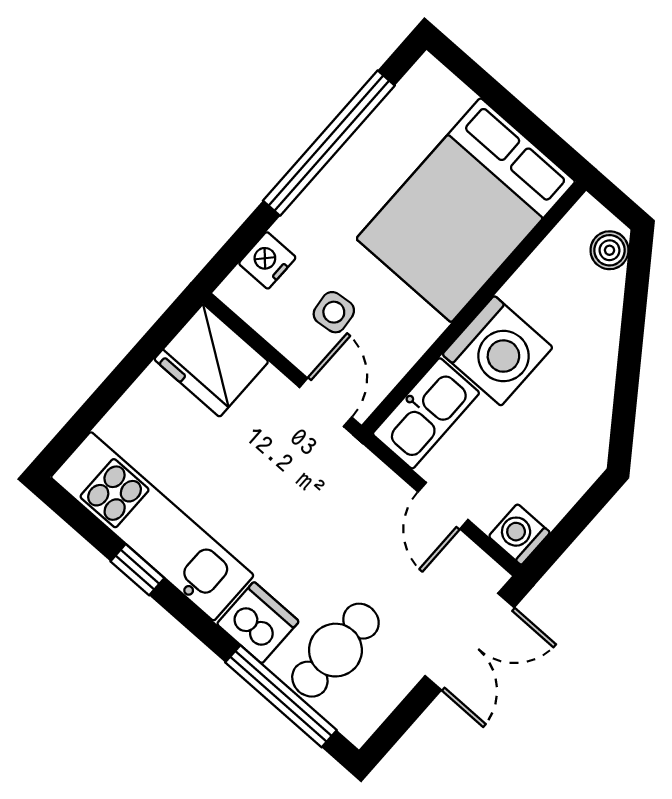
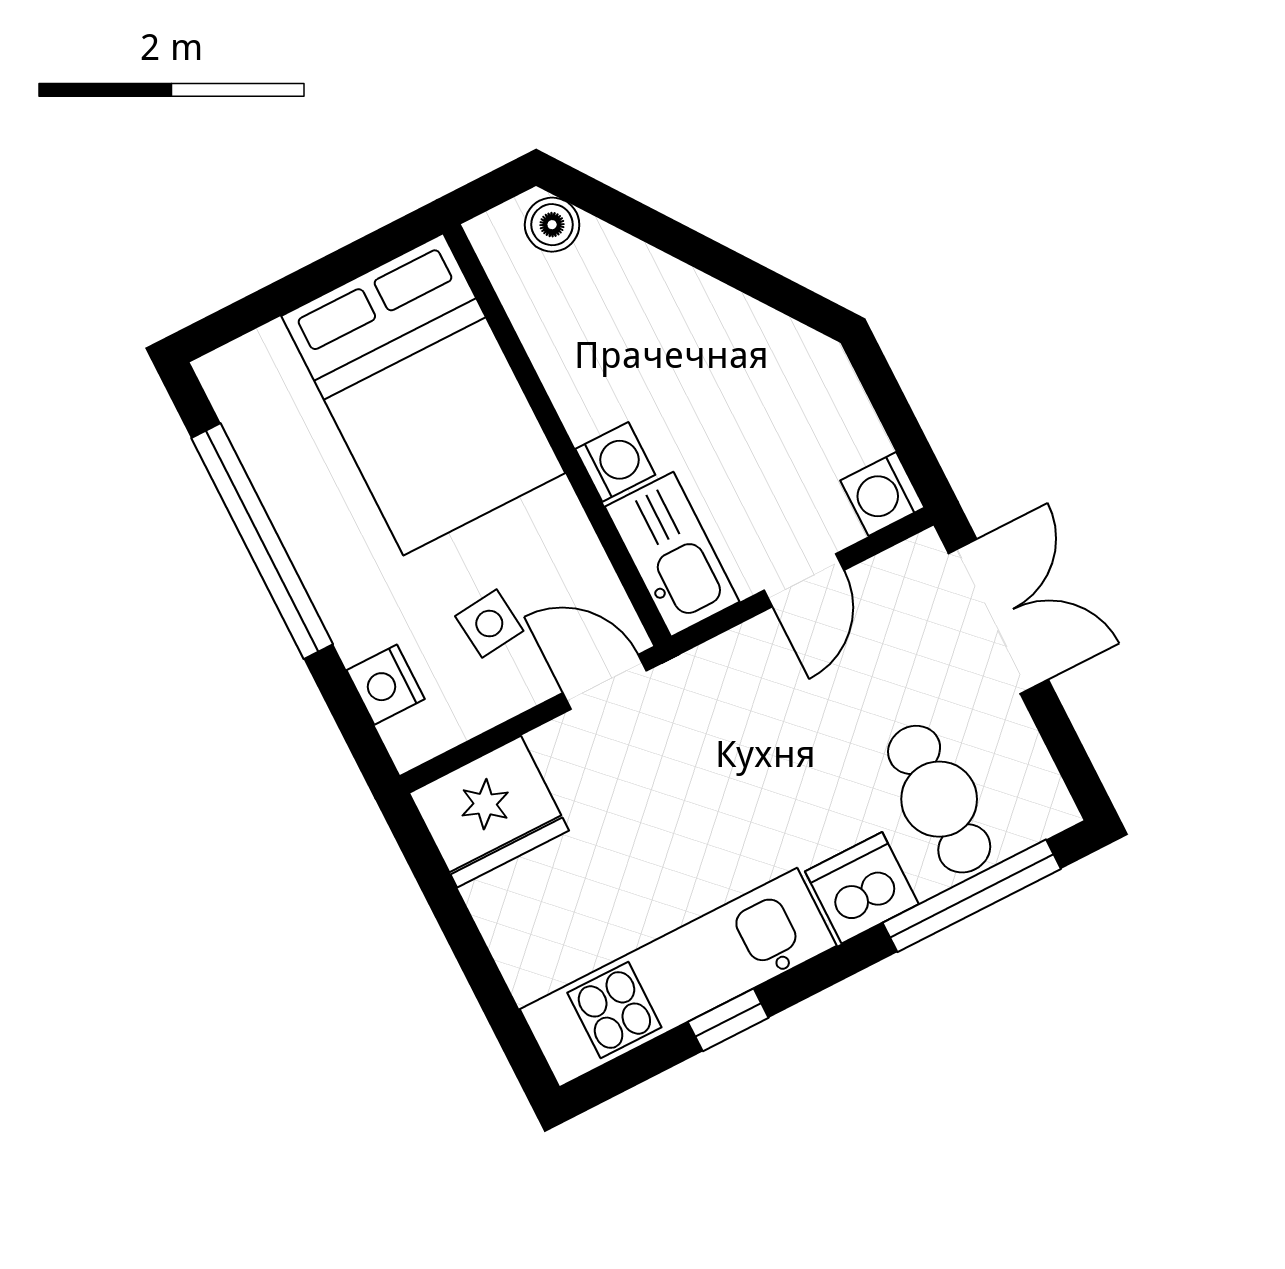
washing machine: (498, 351) -> (615, 462), width x0.53, depth x0.53
door: (443, 506) -> (804, 580), hinge flipped

